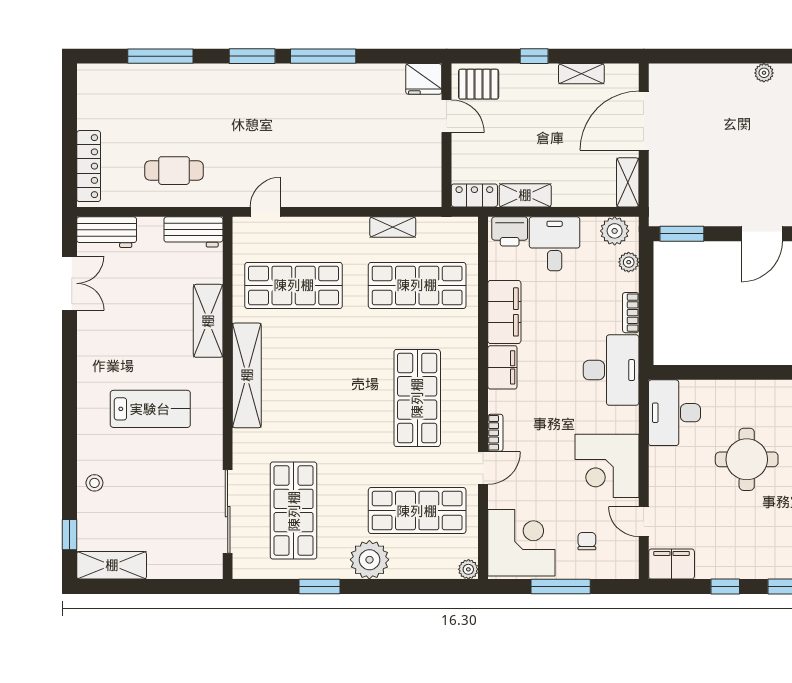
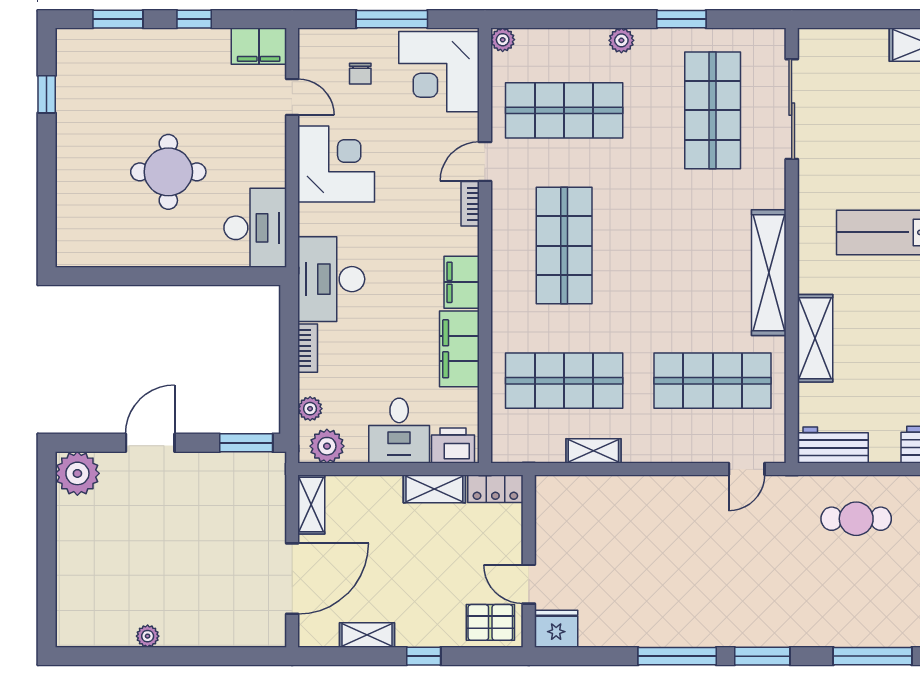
plant: (369, 560) -> (621, 40), width x0.53, depth x0.53

